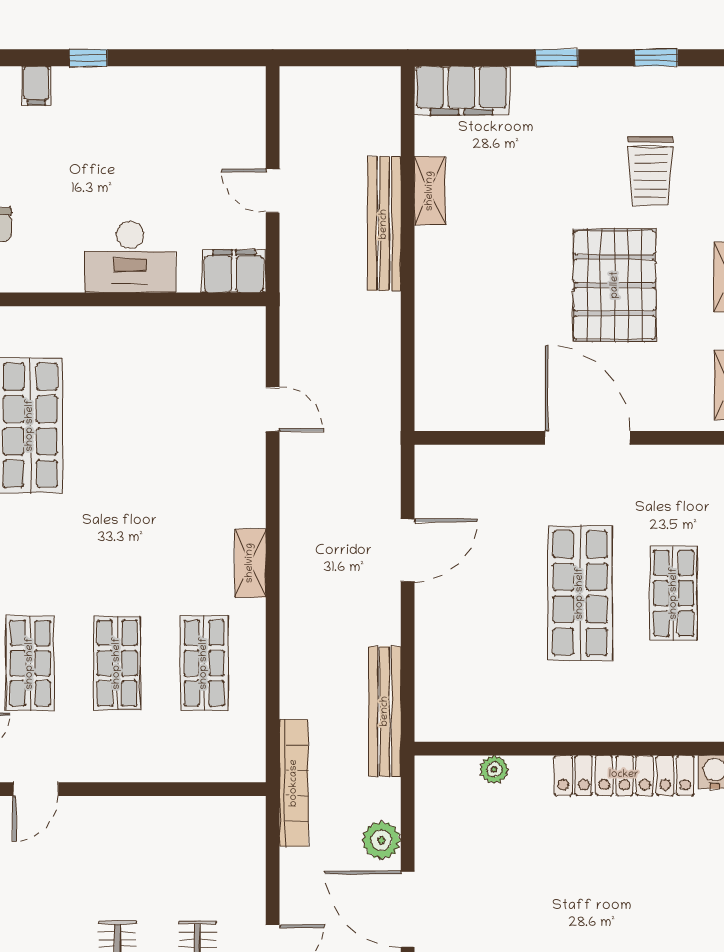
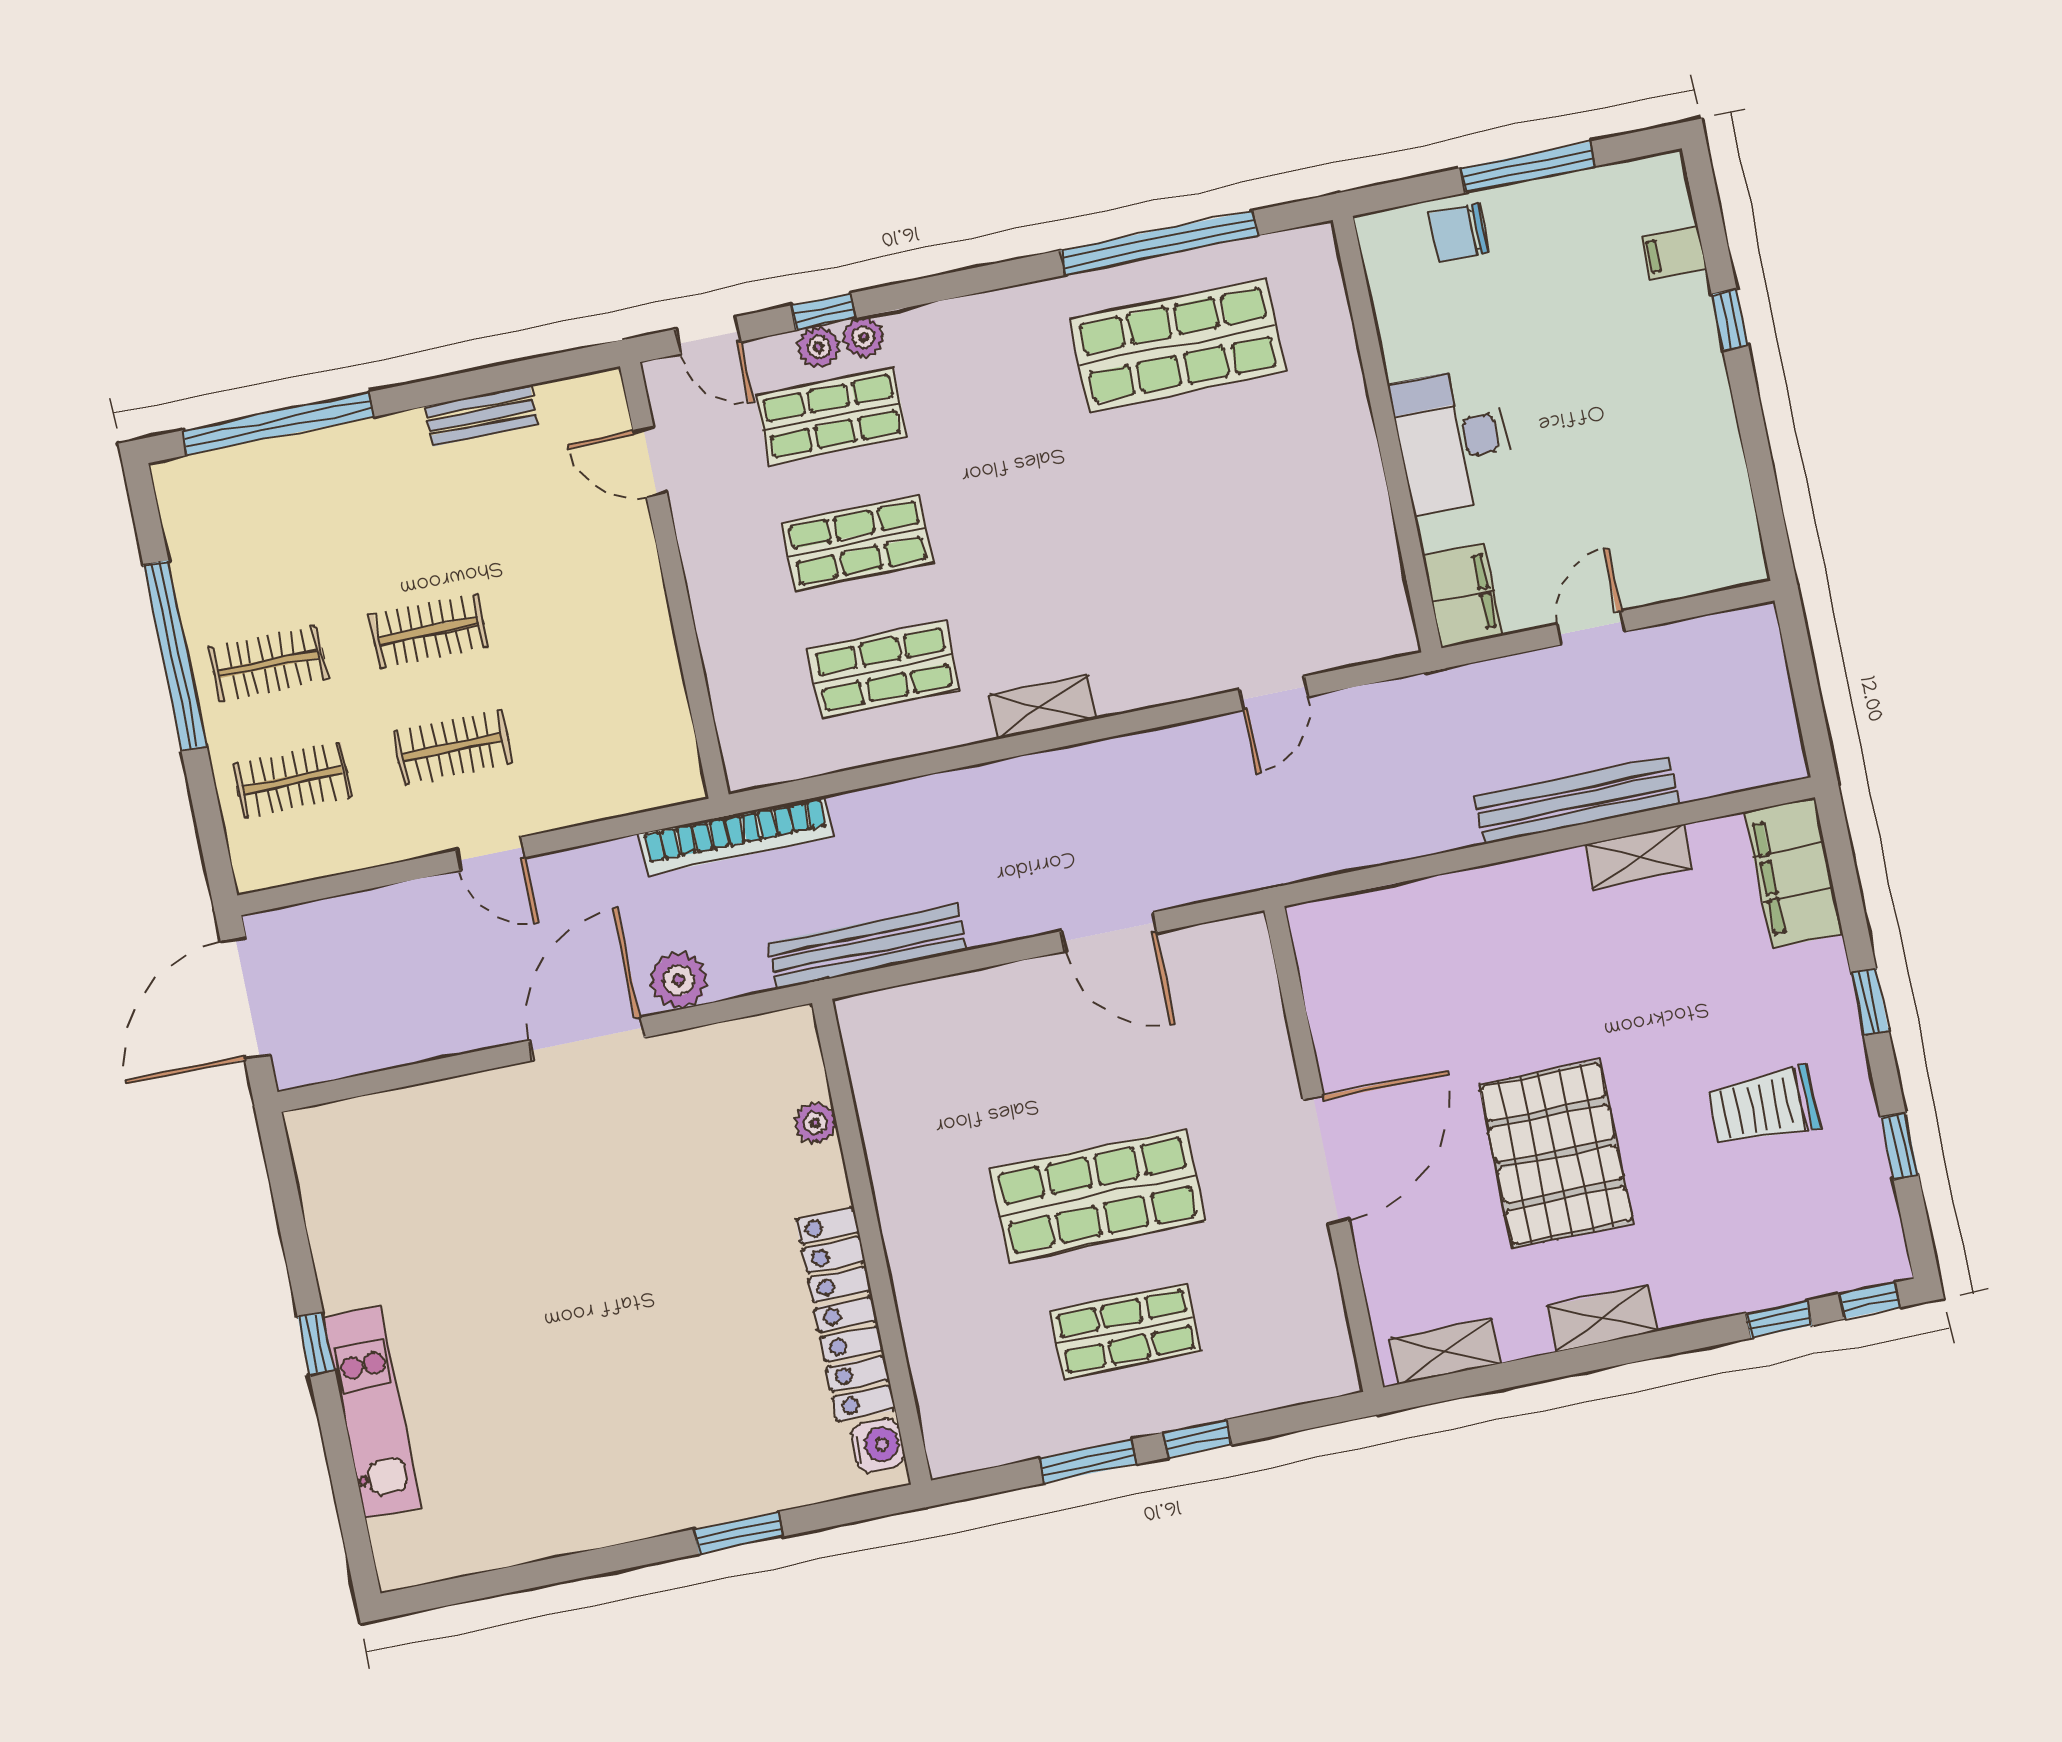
trolley: (650, 171) -> (1764, 1106), moved
pallet: (615, 285) -> (1556, 1154), turned 90

